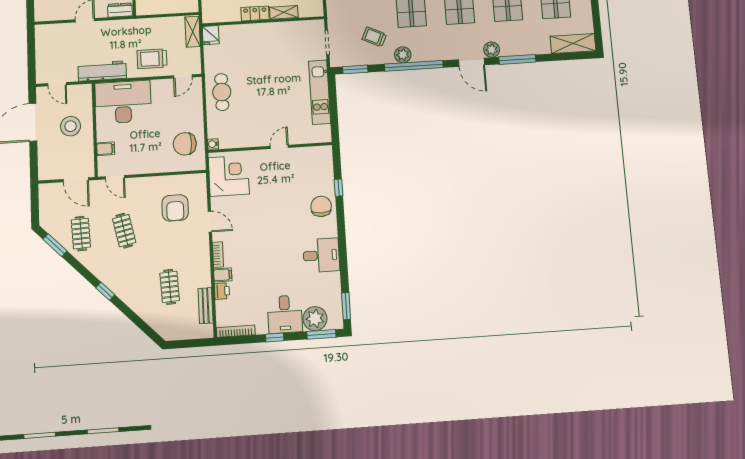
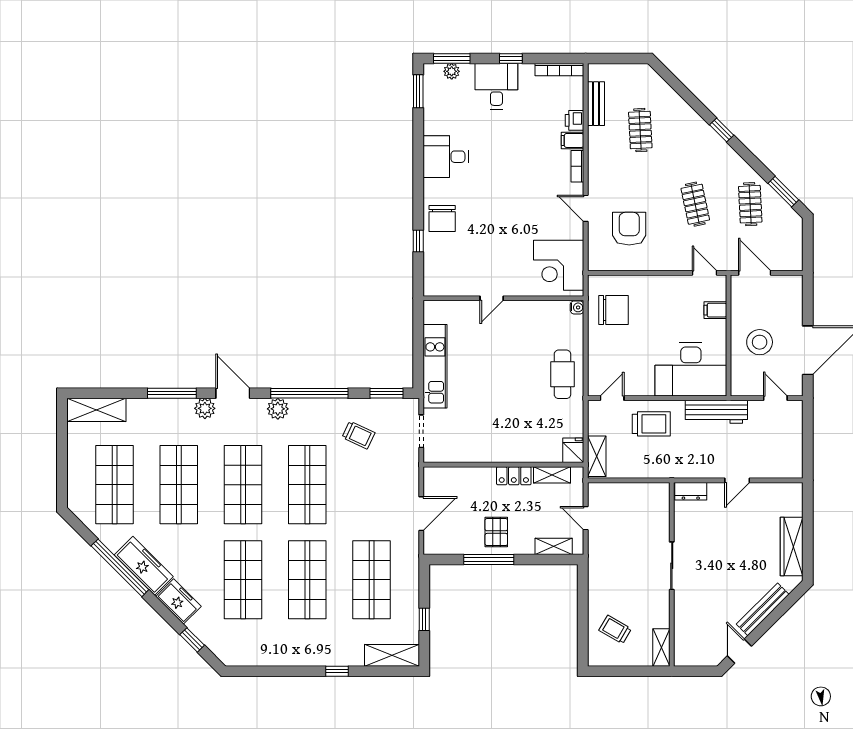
shelving: (284, 12) -> (552, 475), moved
plant: (403, 55) -> (278, 409), moved
plant: (315, 319) -> (452, 71), width x0.53, depth x0.53

